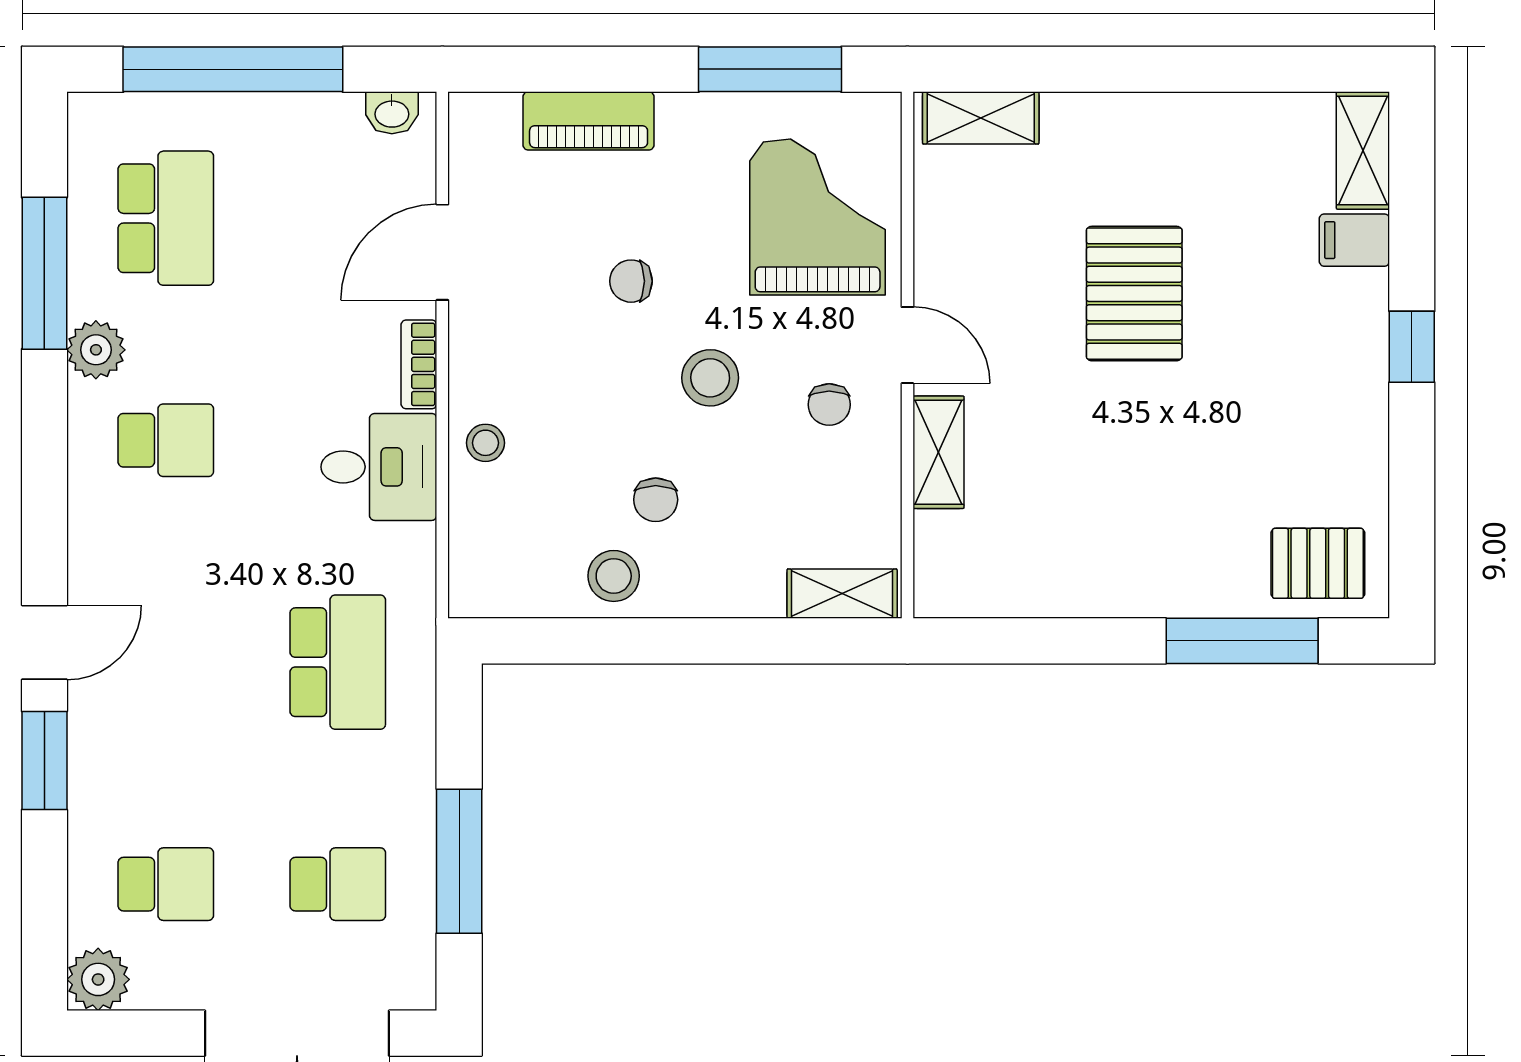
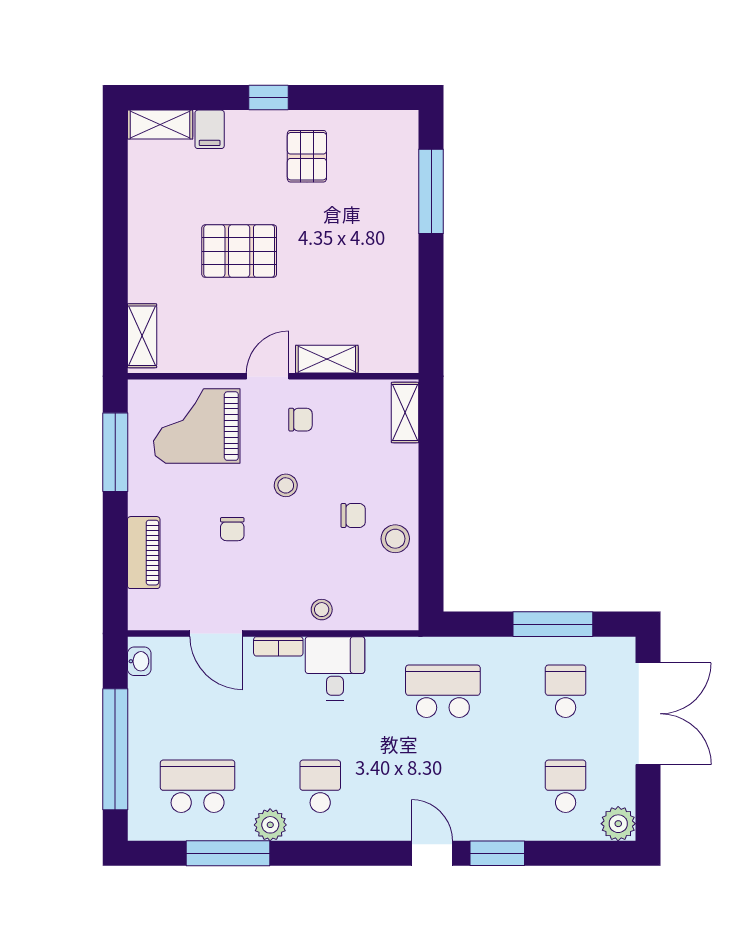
stool: (710, 378) -> (286, 485), width x0.73, depth x0.73
pallet: (1318, 563) -> (307, 156), moved

